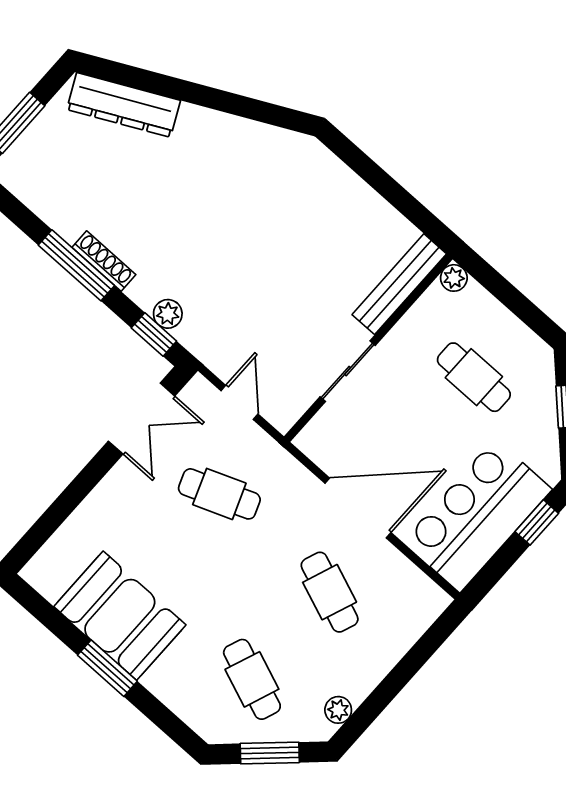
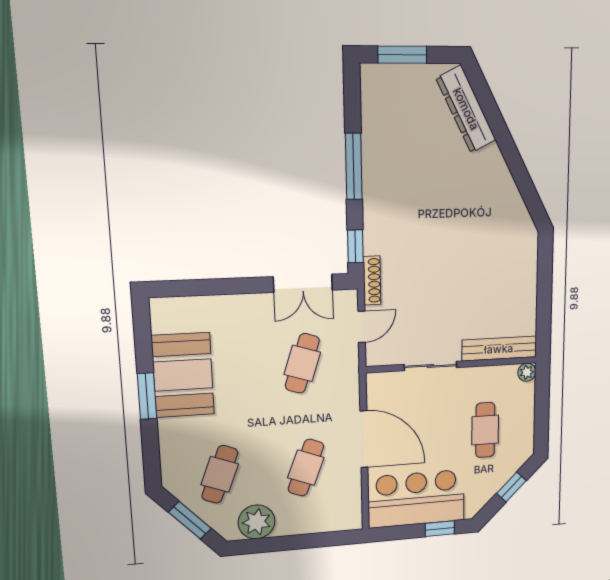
shoe rack: (104, 261) -> (372, 281), moved
plant: (168, 314) -> (374, 243), removed
cafe table: (219, 494) -> (302, 363), turned 39
plant: (338, 710) -> (257, 522), width x1.88, depth x1.88

